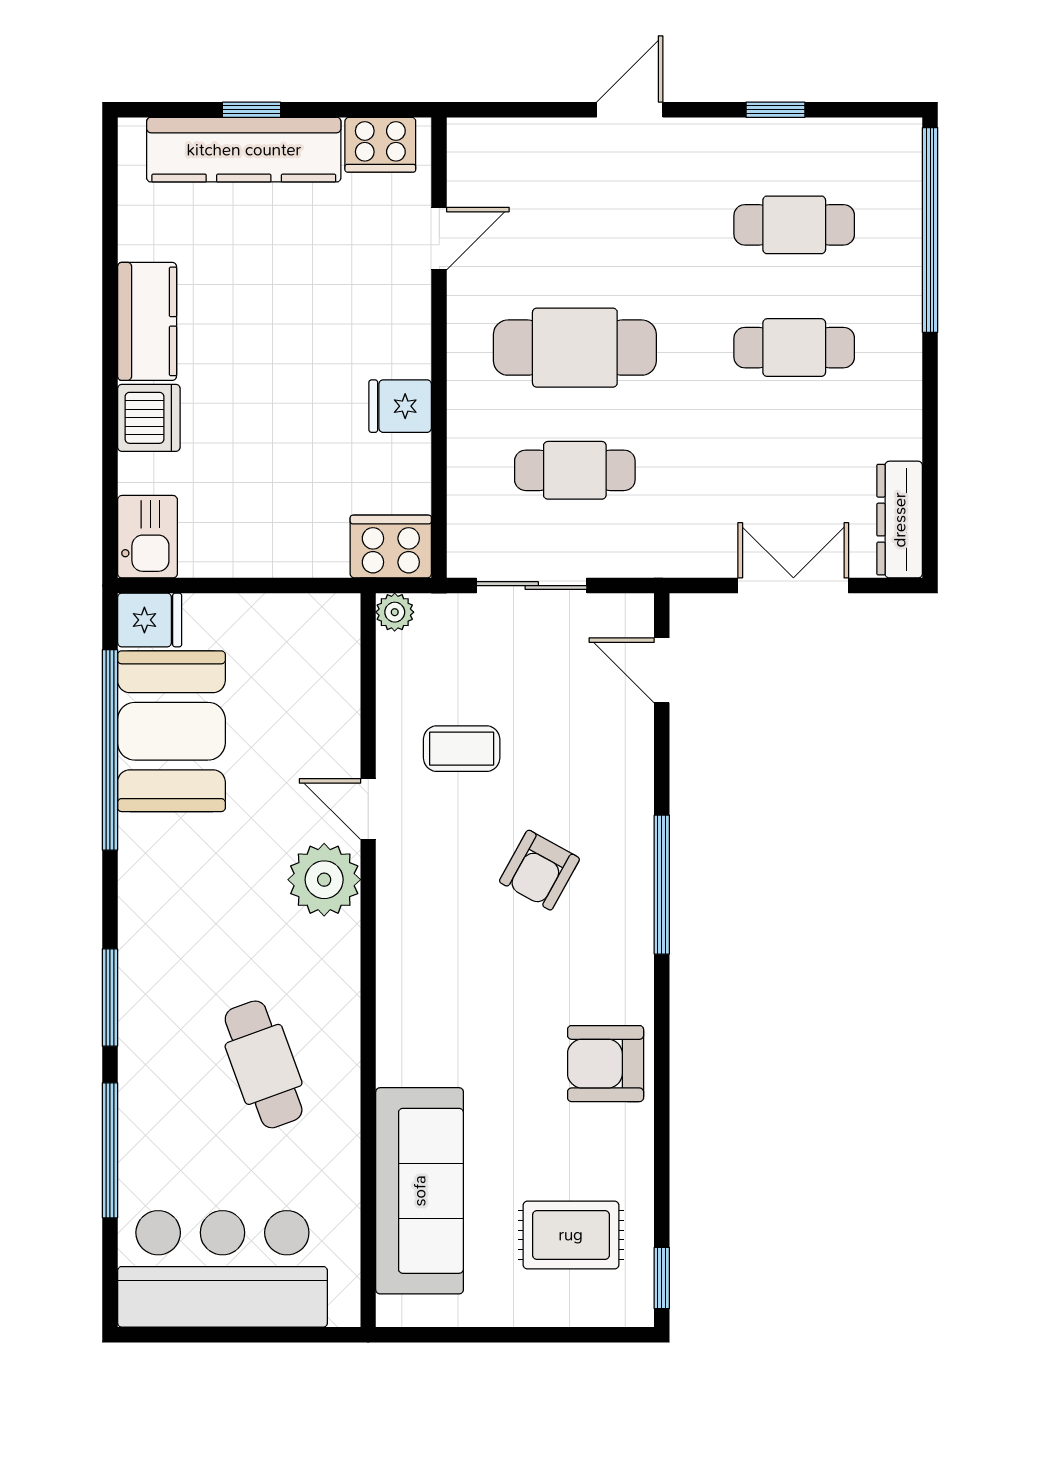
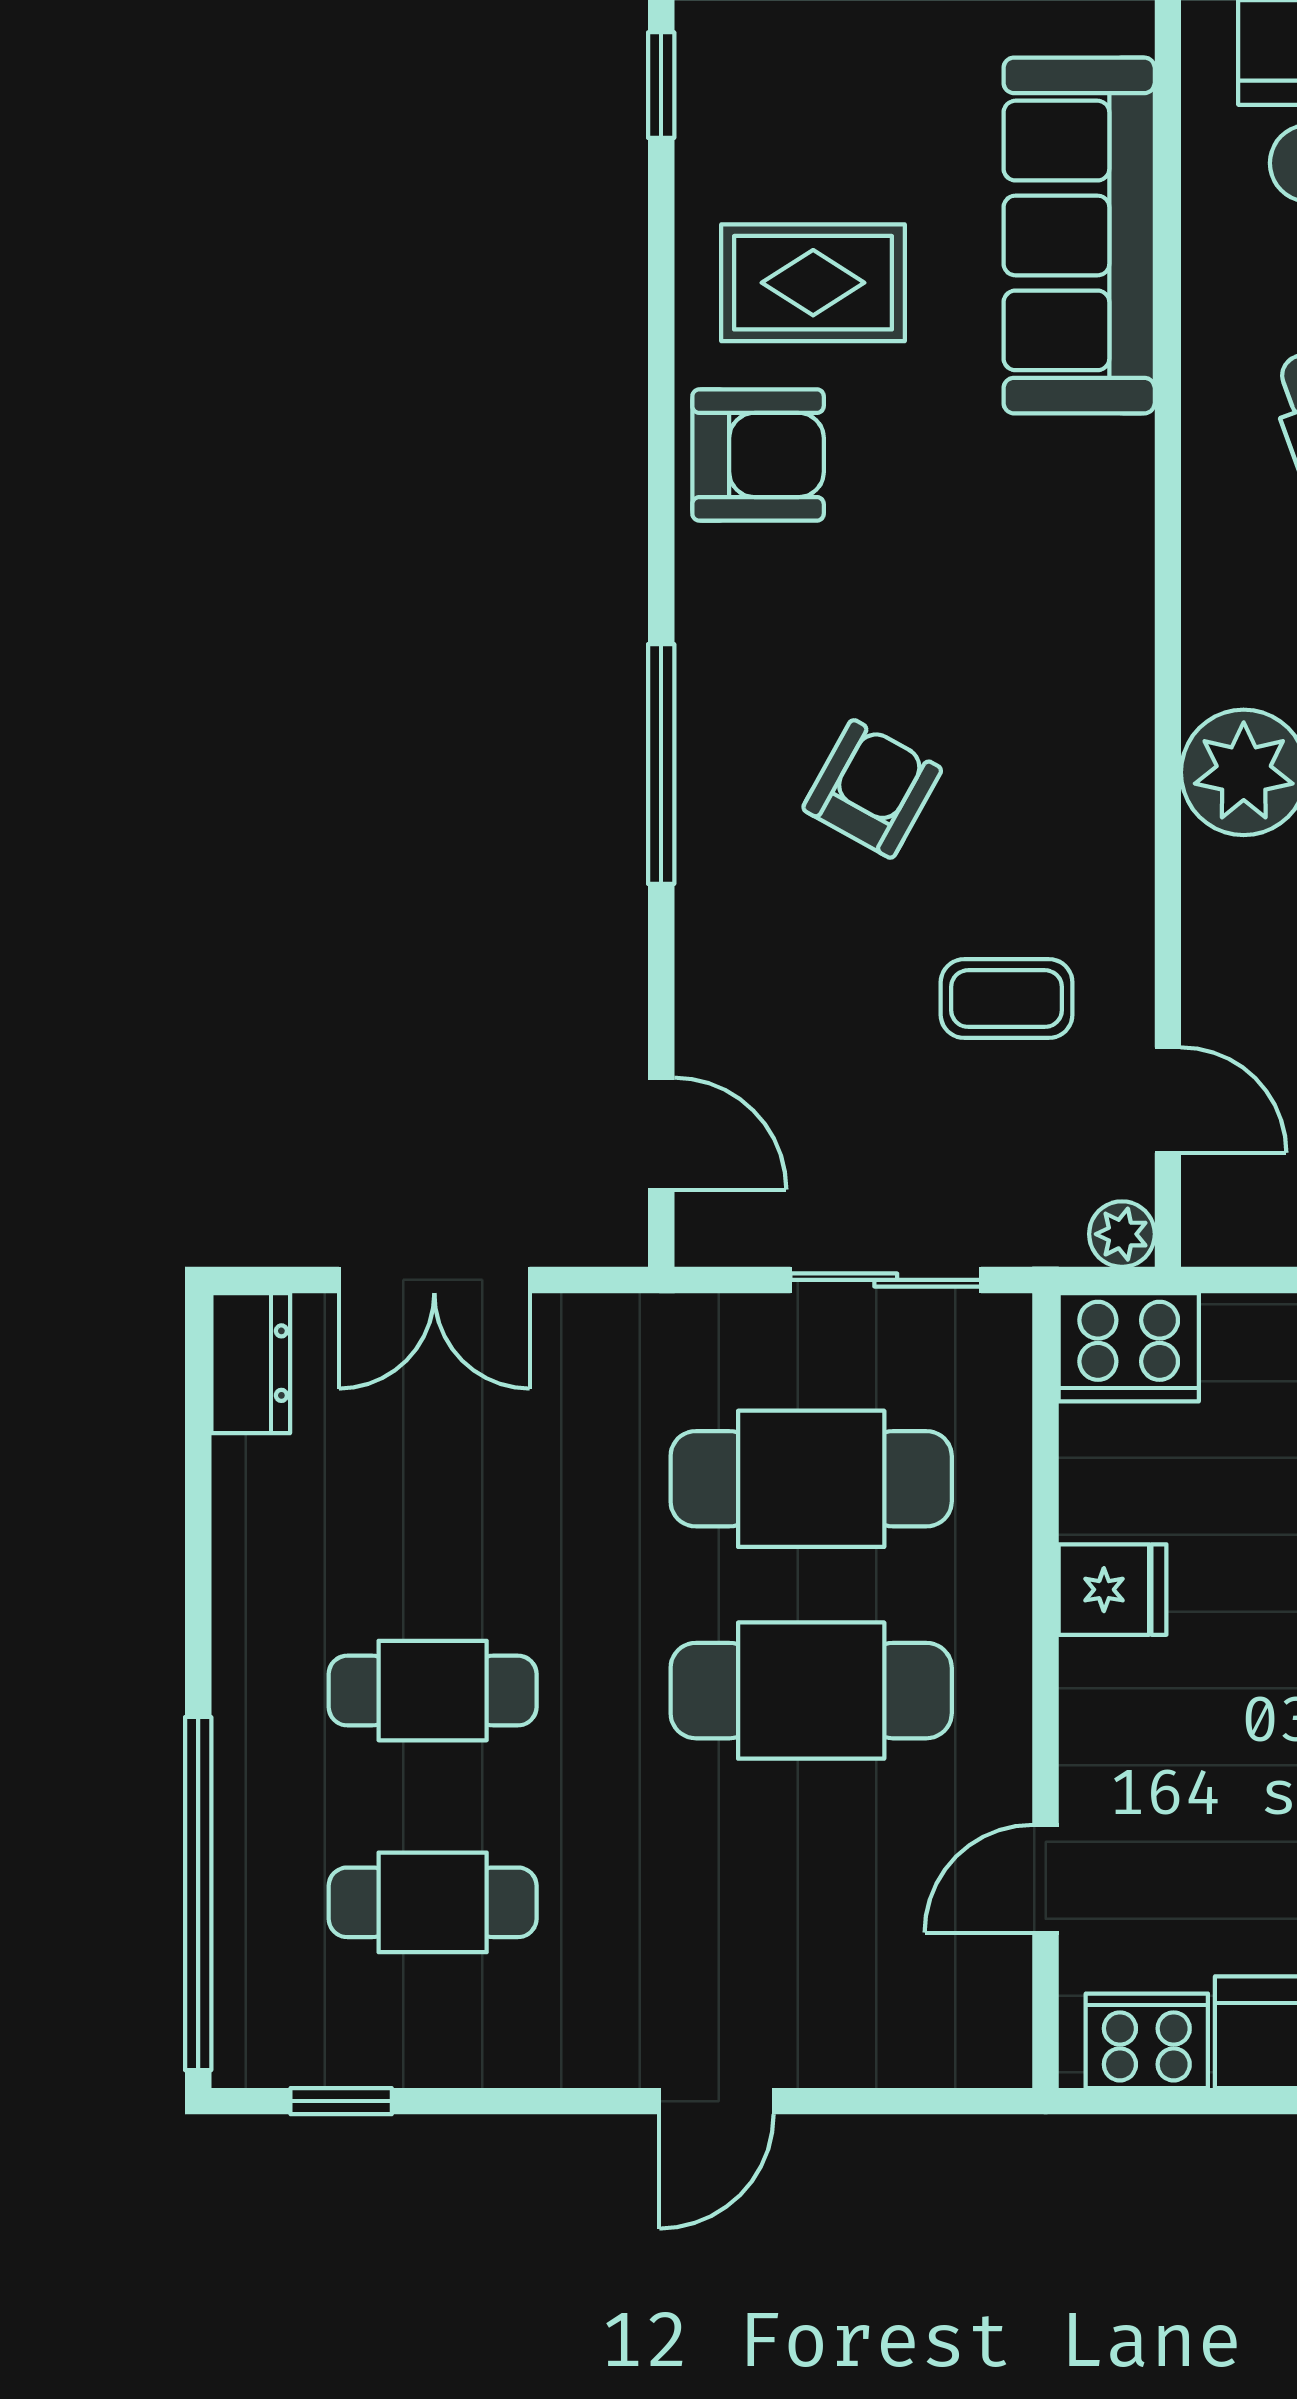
window: (775, 110) -> (341, 2101), moved
cafe table: (575, 470) -> (811, 1479), width x1.37, depth x1.35
dresser: (900, 520) -> (251, 1363), width x0.70
door: (368, 809) -> (1168, 1100), moved
rug: (571, 1235) -> (813, 283), moved

